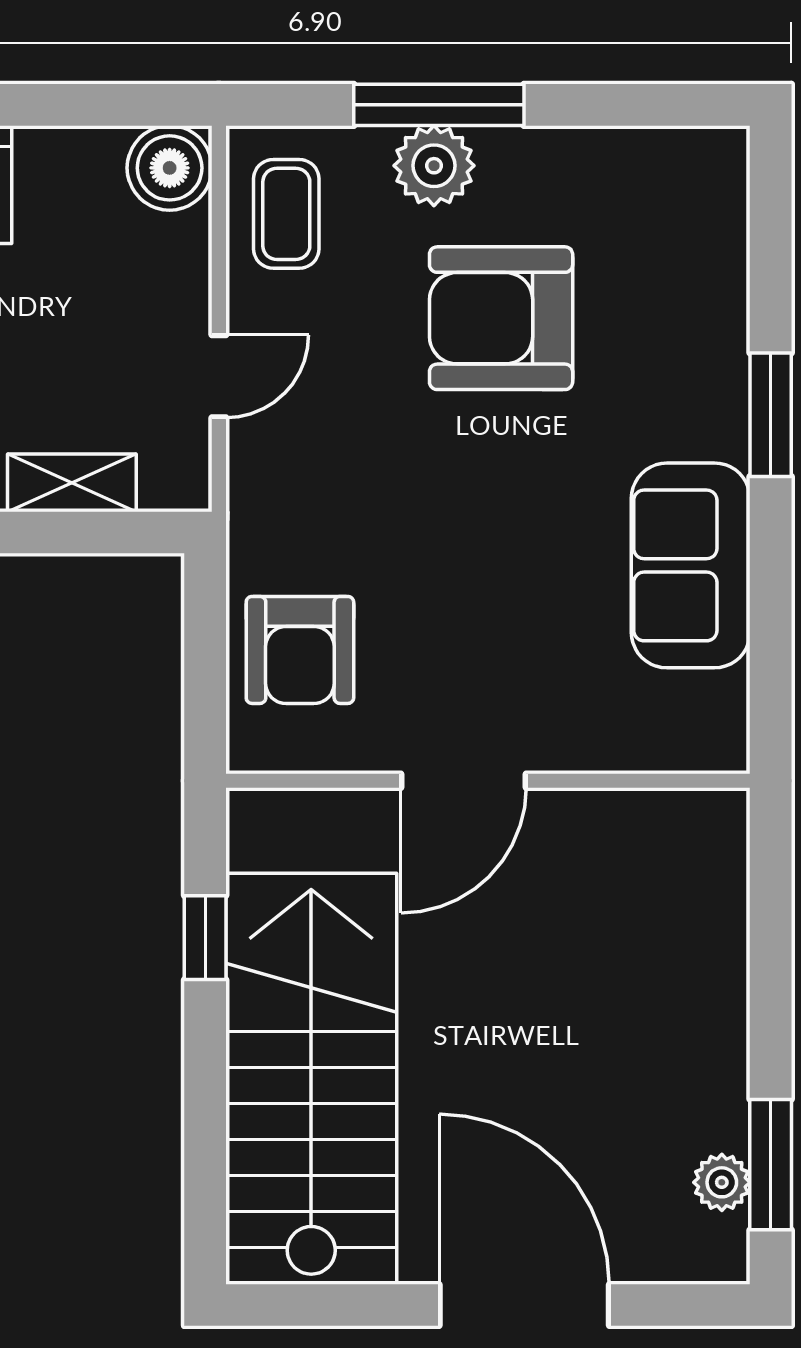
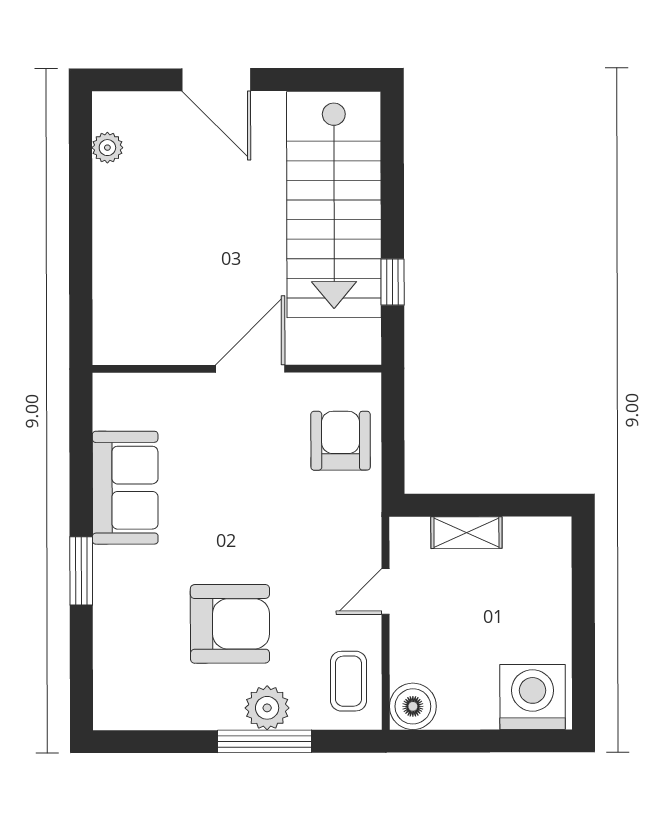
window: (771, 1165) -> (80, 157), removed
door: (524, 1305) -> (216, 80), width x0.73

